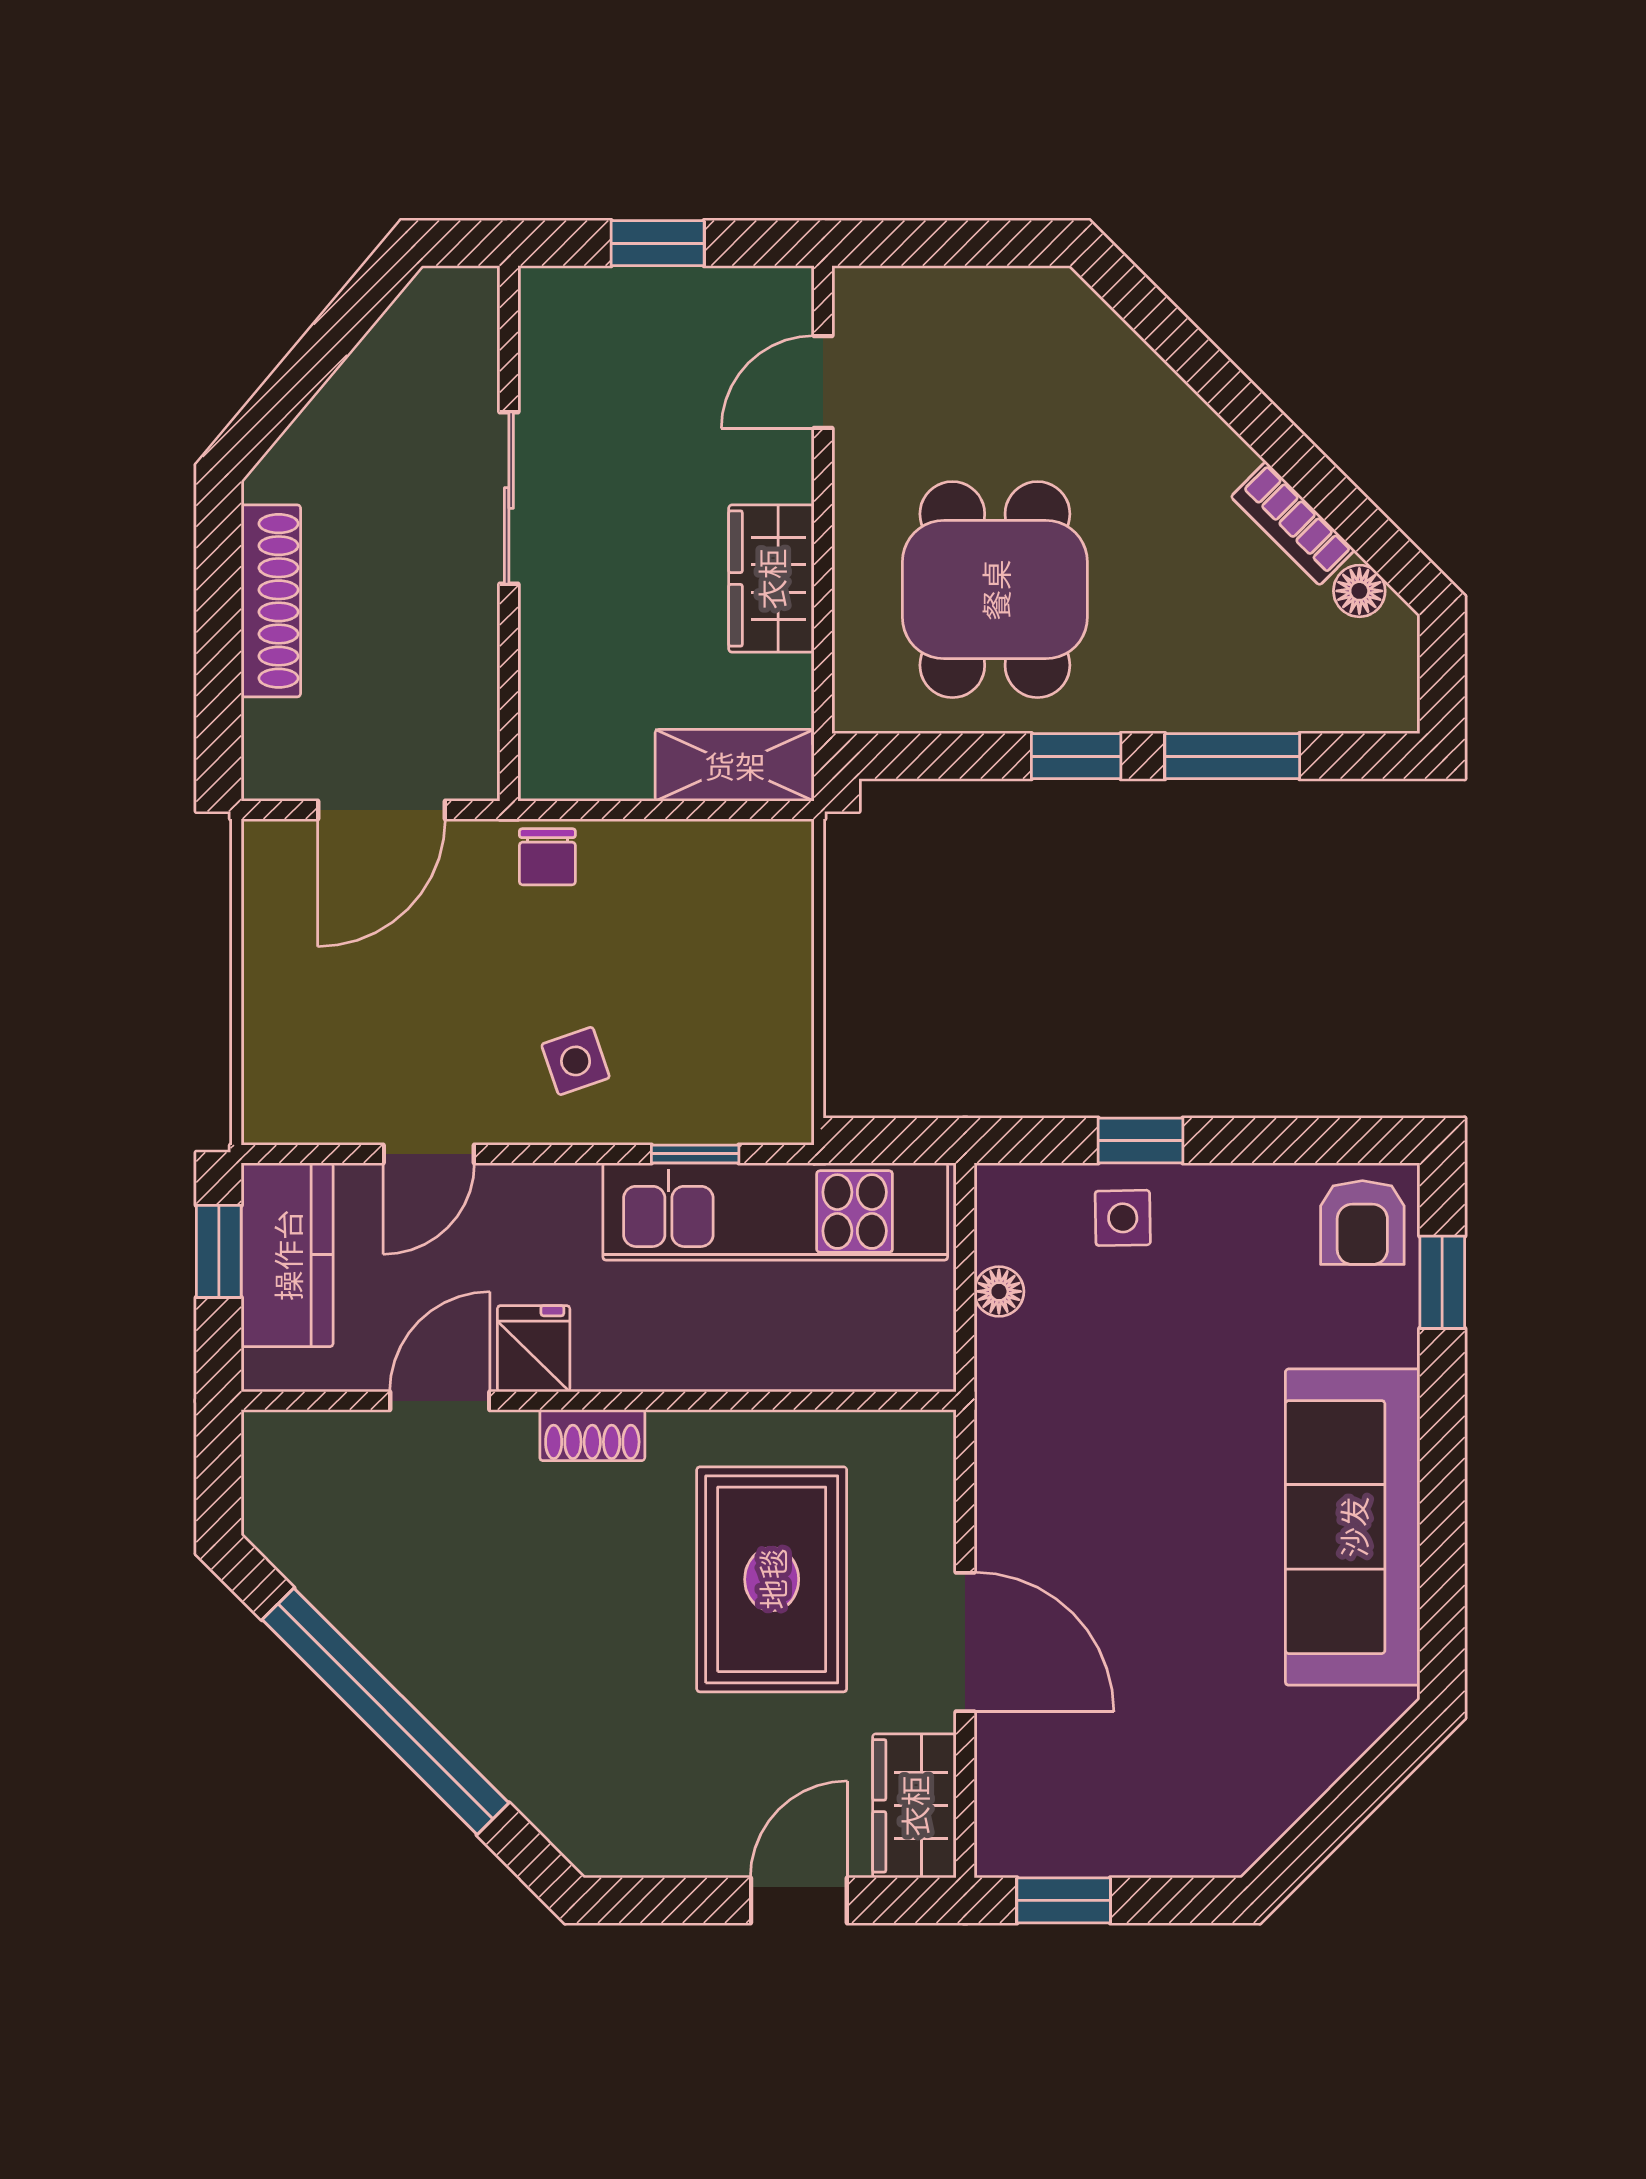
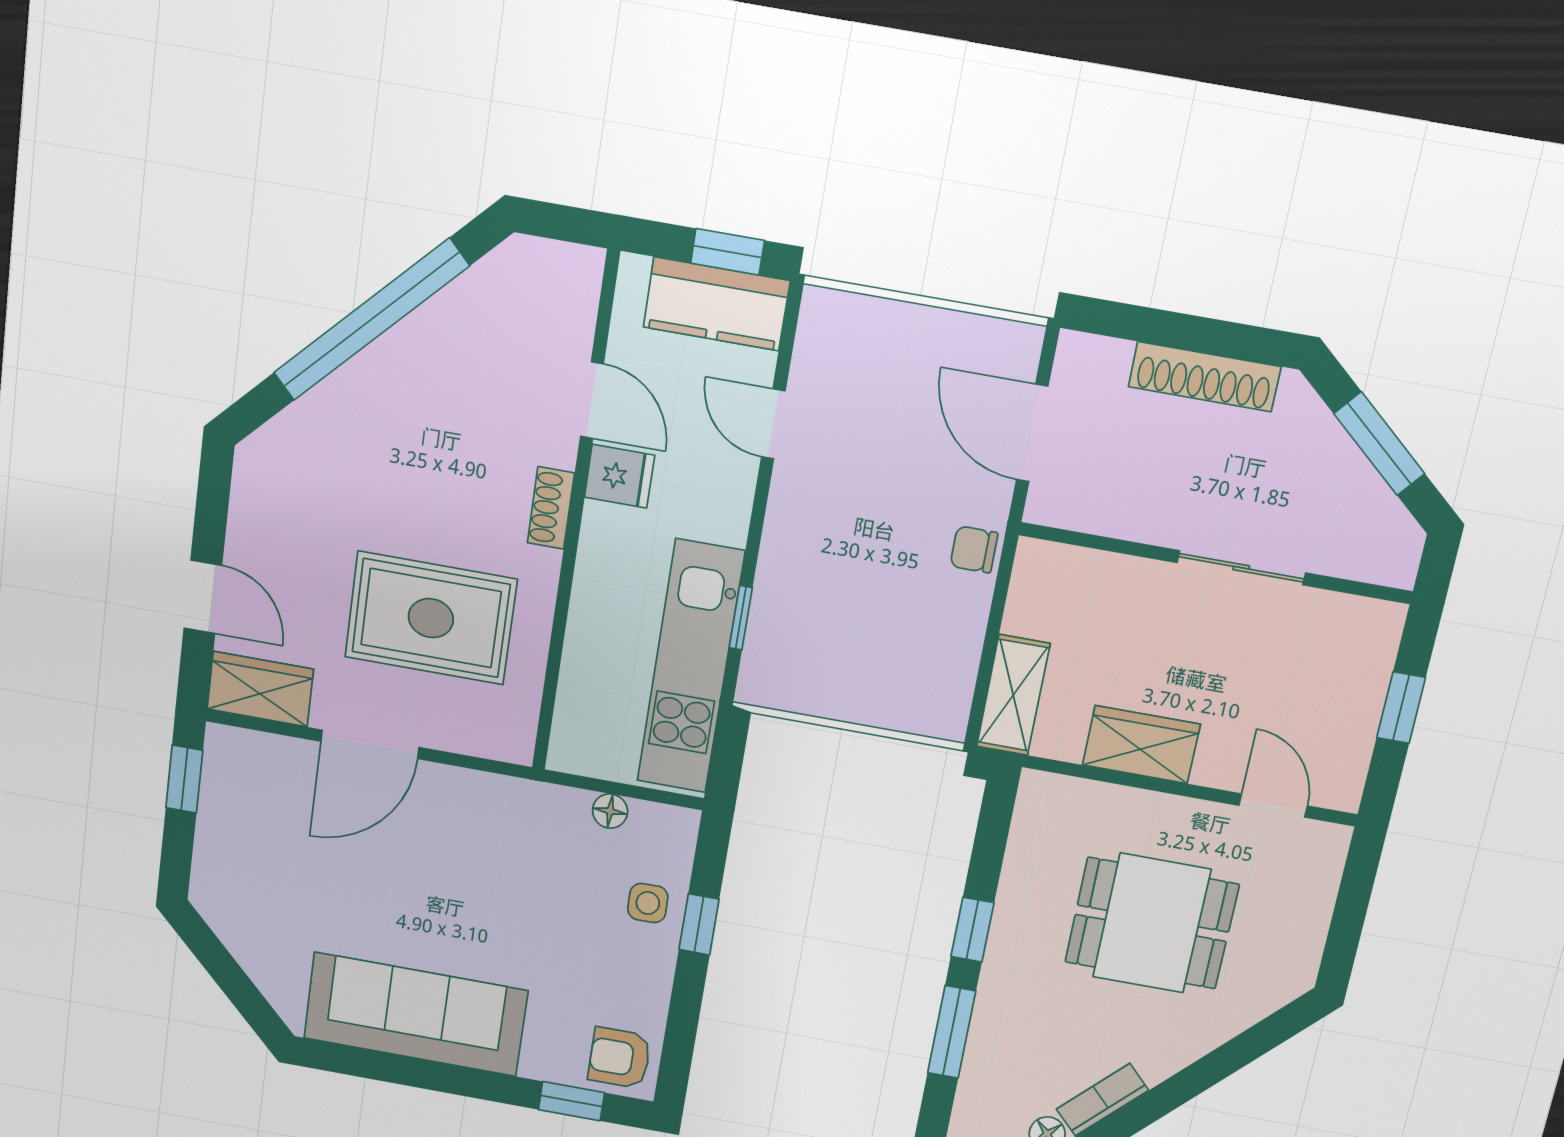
window: (317, 356) -> (1379, 444), added
dining table: (995, 590) -> (1152, 923), moved
side table: (576, 1061) -> (822, 544), removed

